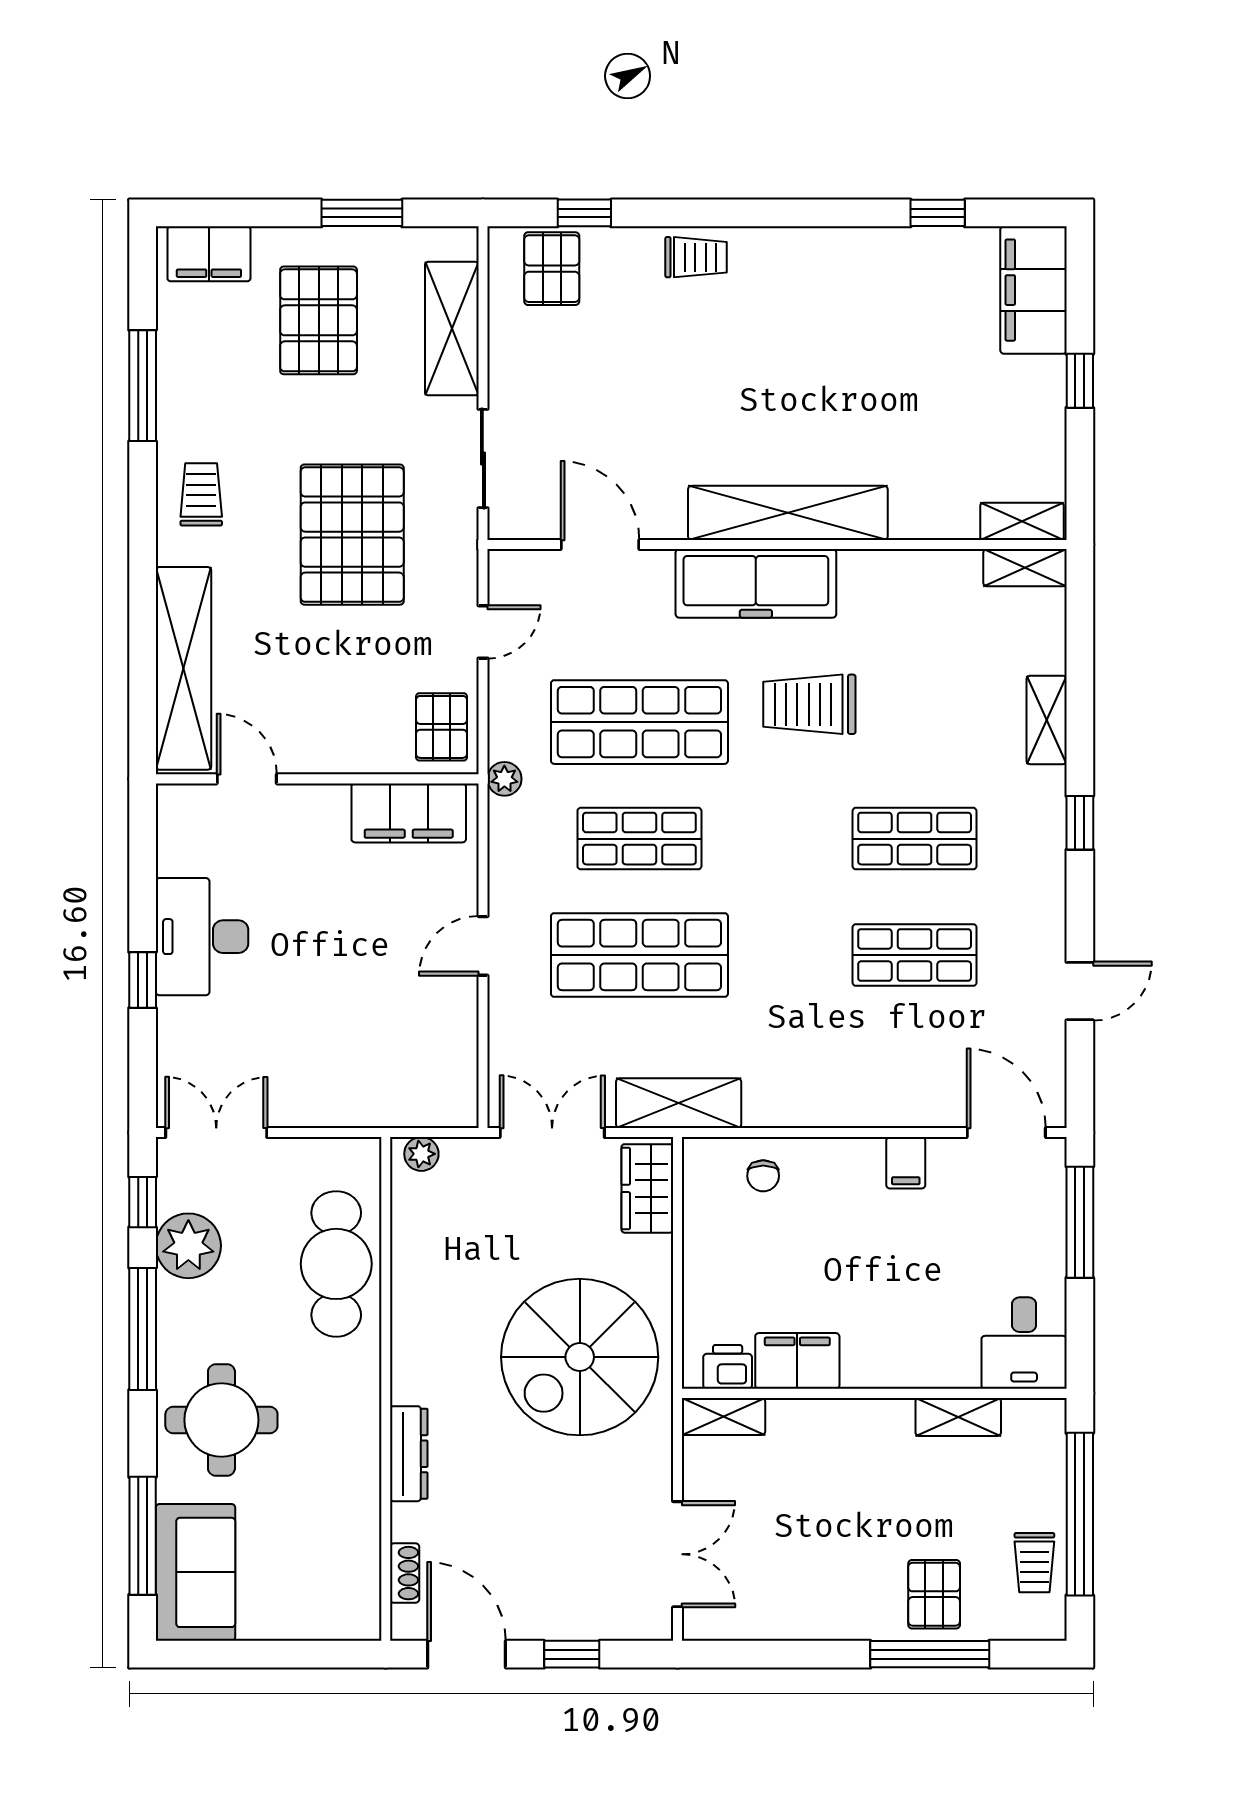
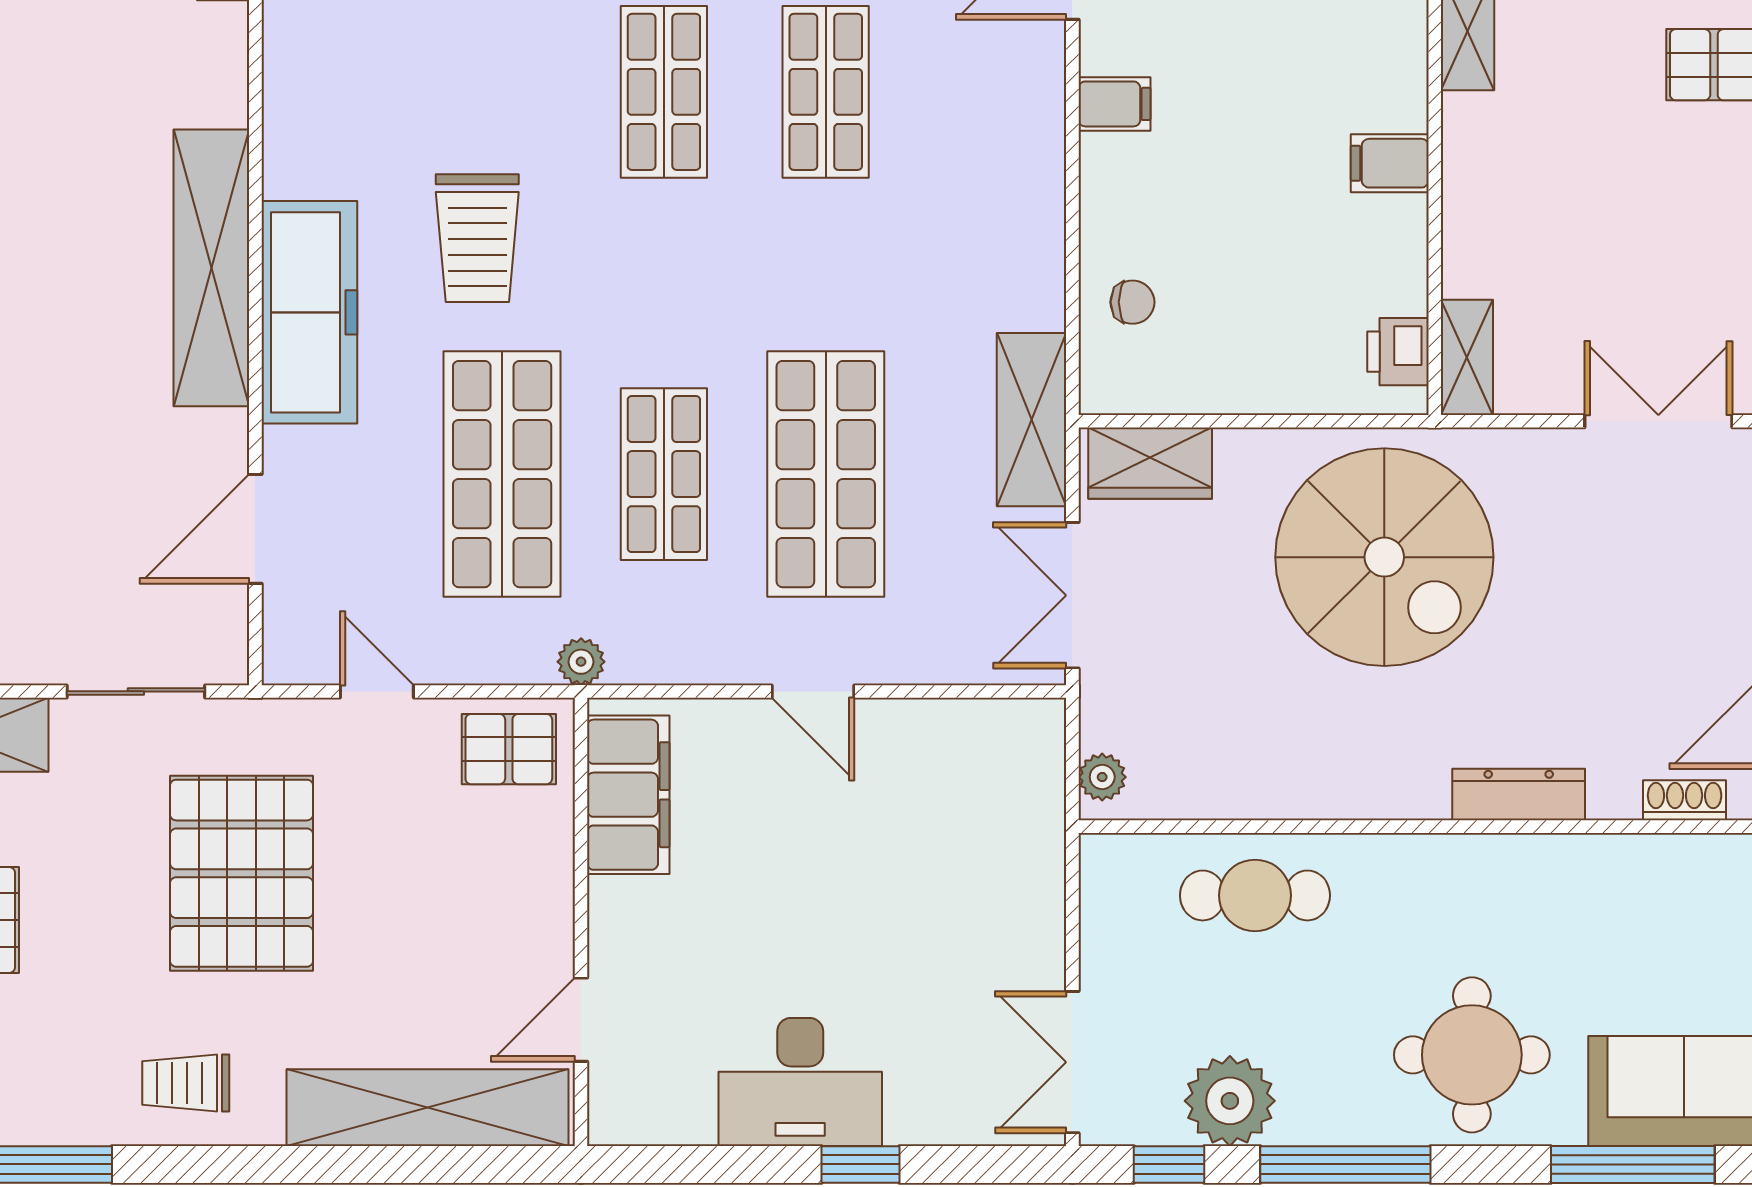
pallet: (352, 535) -> (242, 873), turned 90
cafe table: (336, 1264) -> (1255, 895), width x0.73, depth x0.74
filing cabinet: (797, 1361) -> (1390, 163), moved, width x0.50

